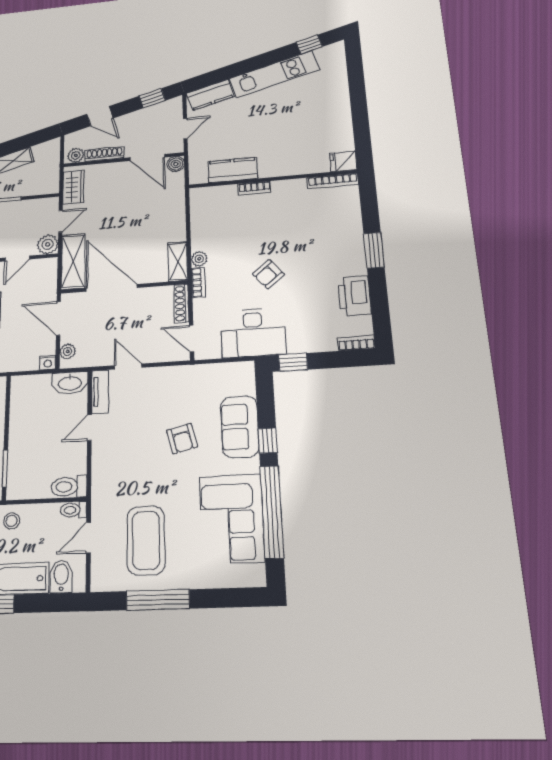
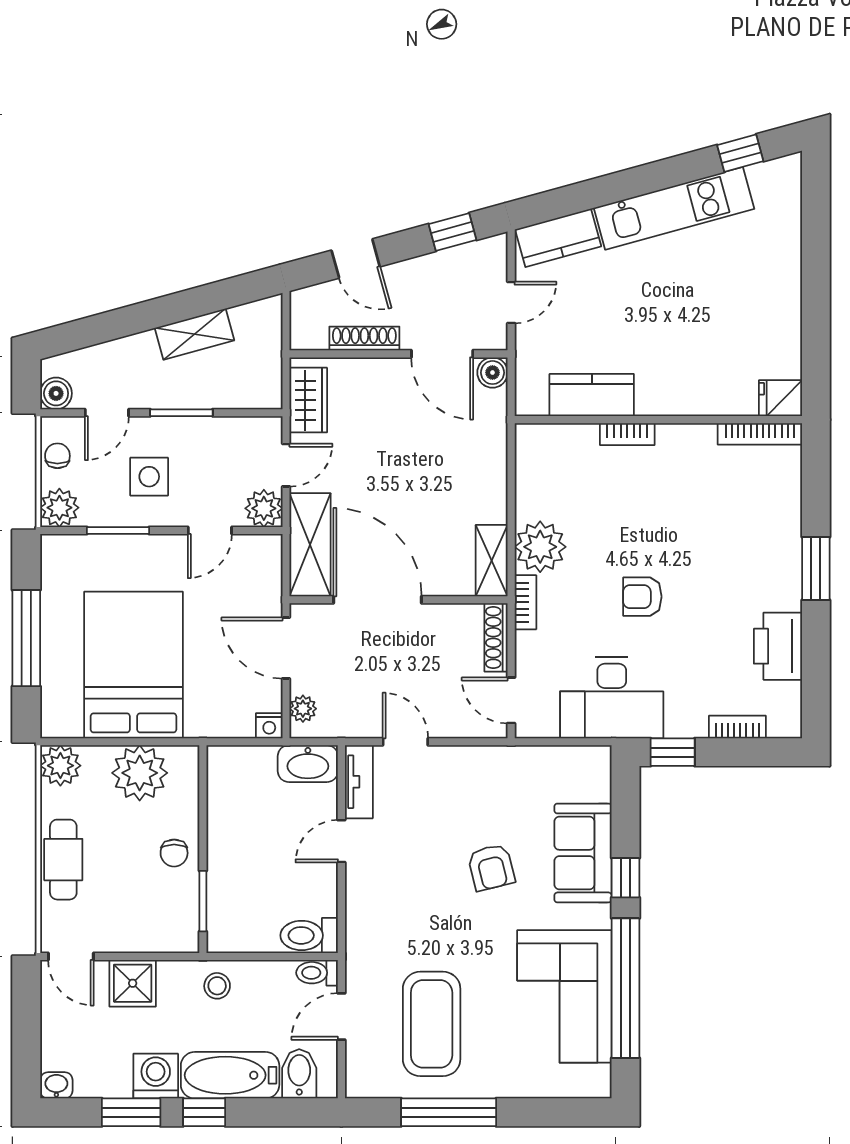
plant: (76, 155) -> (312, 336), removed
plant: (199, 259) -> (540, 547), width x1.87, depth x1.87
armchair: (268, 274) -> (642, 597), turned 39
bookcase: (356, 343) -> (737, 727), moved

